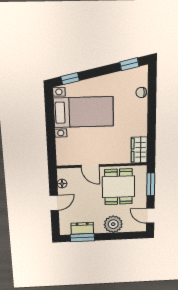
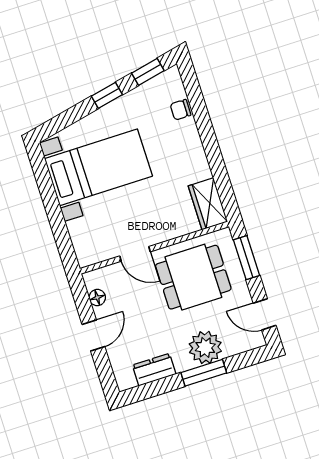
window: (70, 79) -> (107, 95), moved
dining table: (118, 187) -> (193, 277), turned 90
window: (82, 238) -> (204, 373), moved

